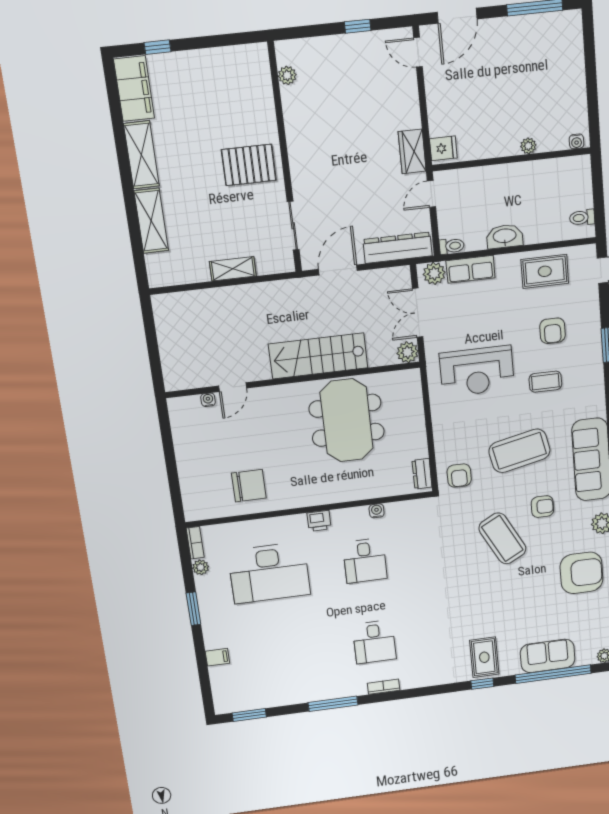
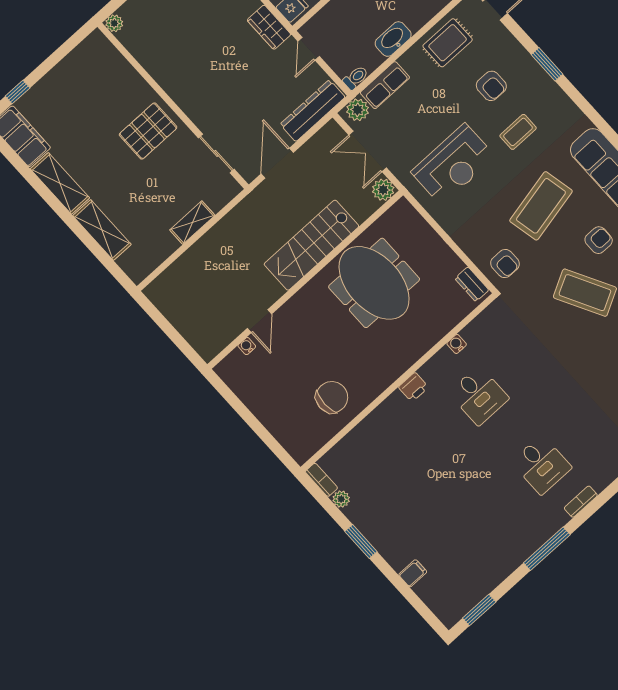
plant: (287, 75) -> (114, 23), moved
desk: (269, 573) -> (404, 464), removed

